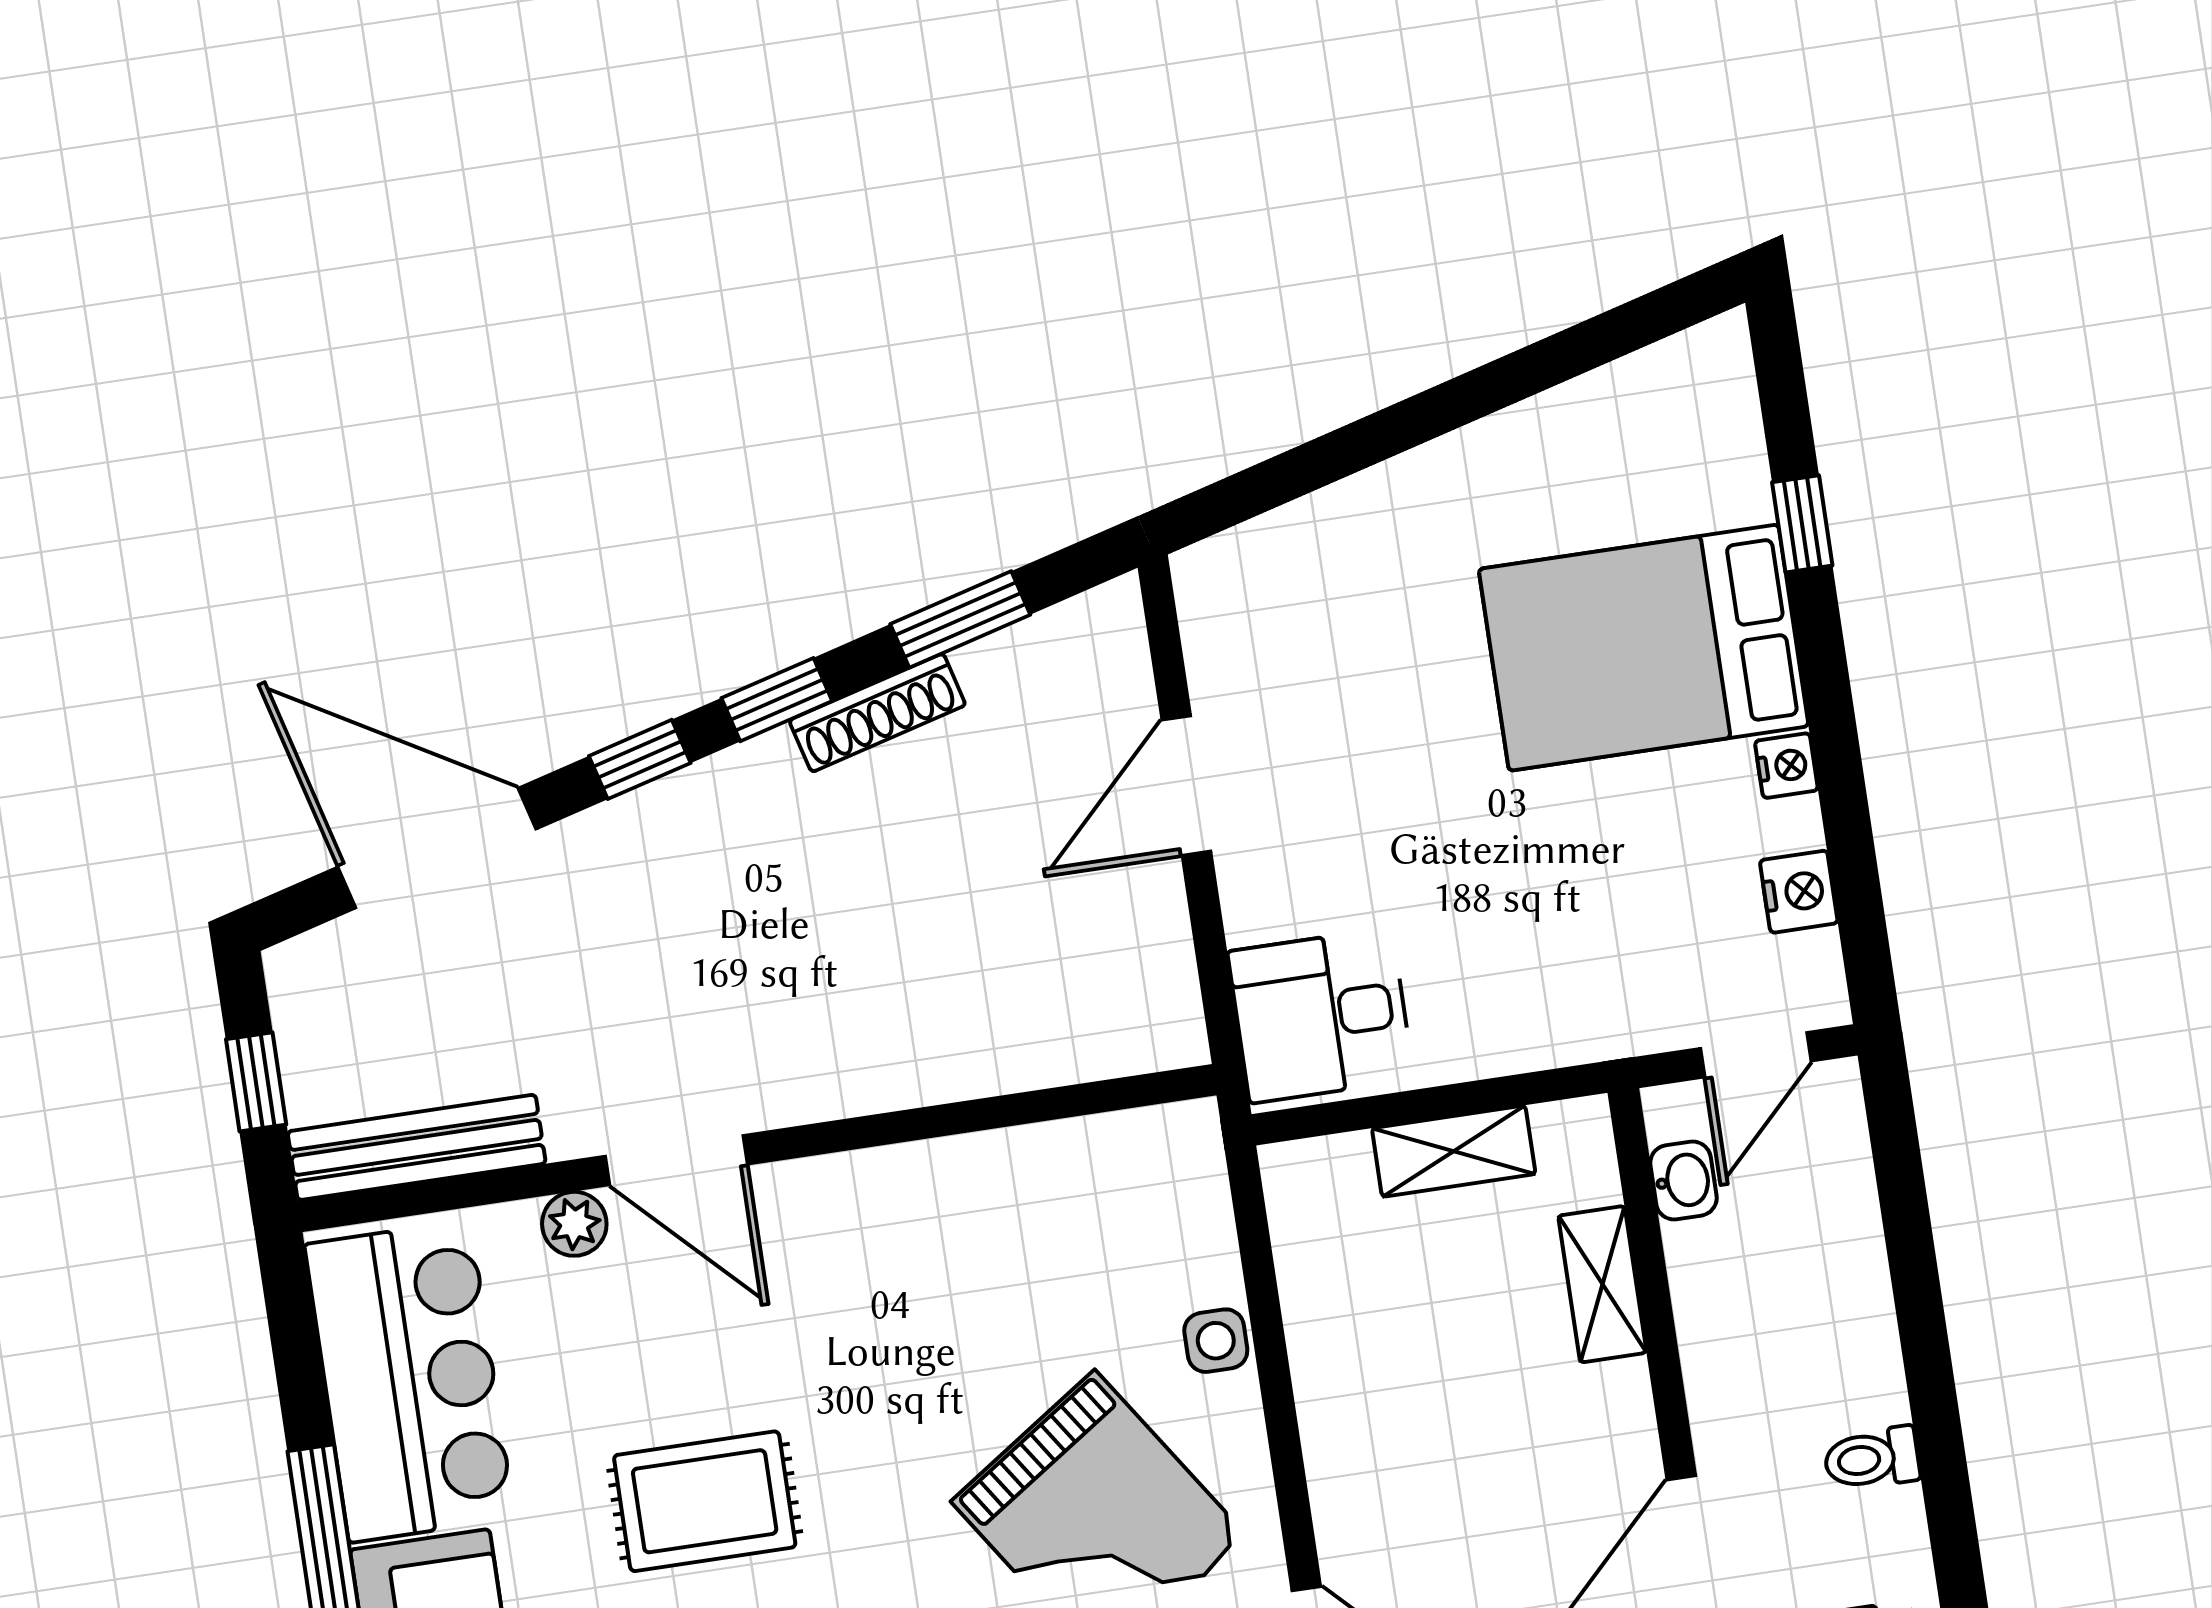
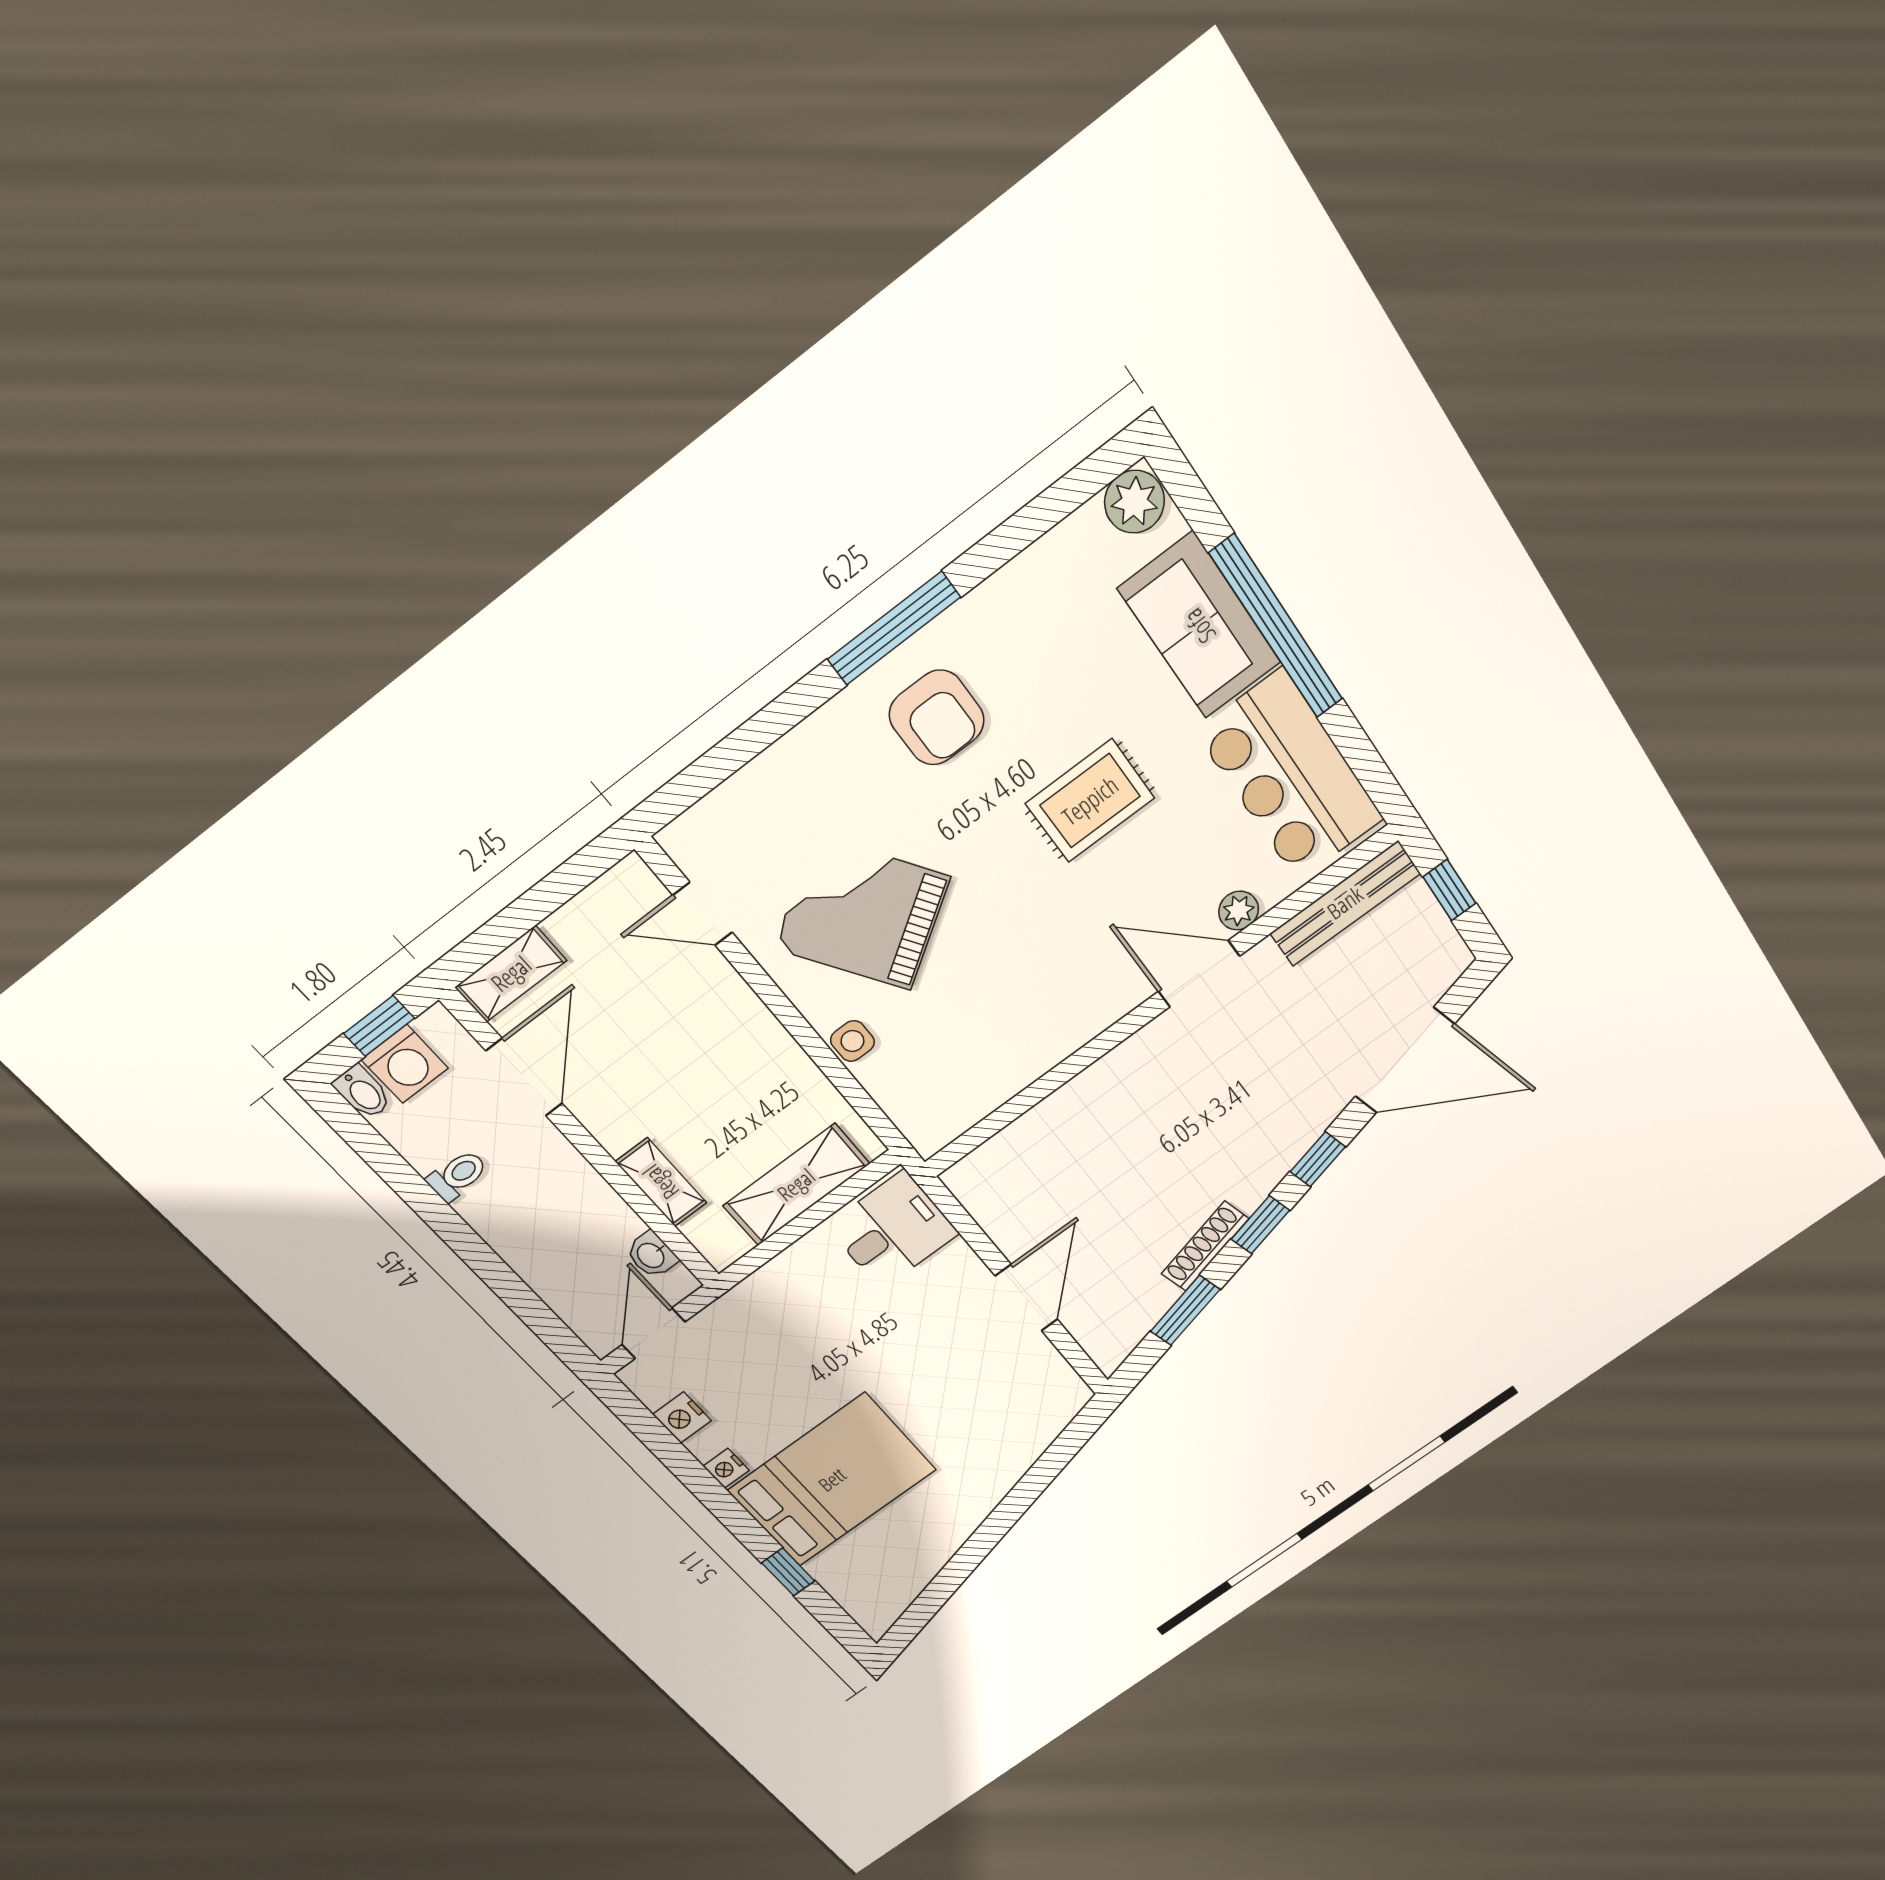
shelving: (1454, 1151) -> (796, 1185), width x1.50, depth x1.33

